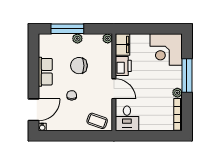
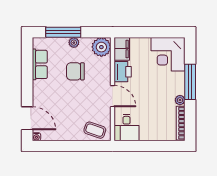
plant: (108, 39) -> (101, 47), width x1.88, depth x1.88
row of seats: (45, 72) -> (40, 64), moved
chair: (72, 95) -> (68, 103), removed
door: (33, 110) -> (27, 118), hinge flipped

